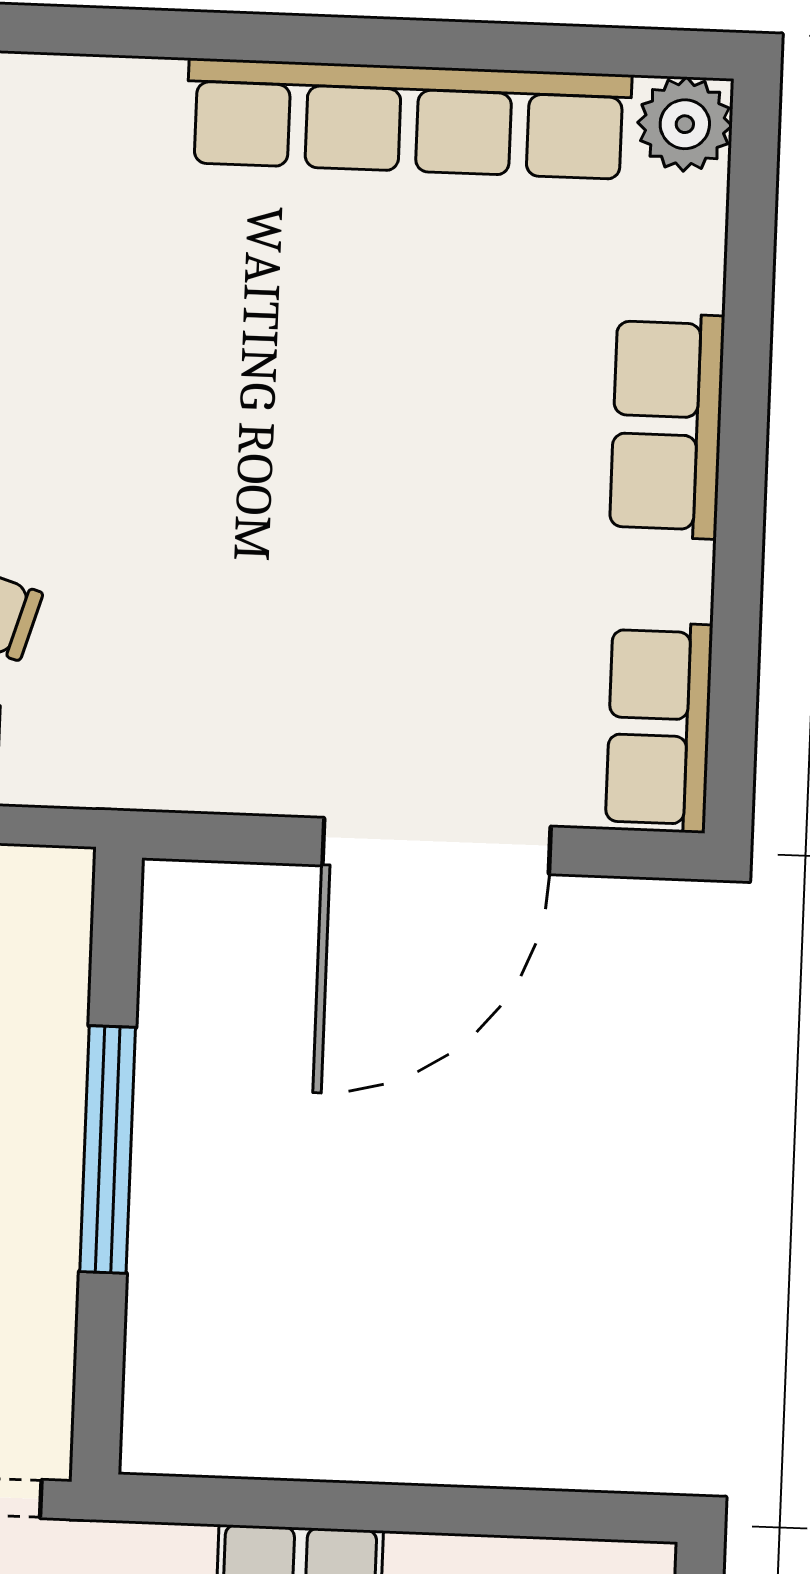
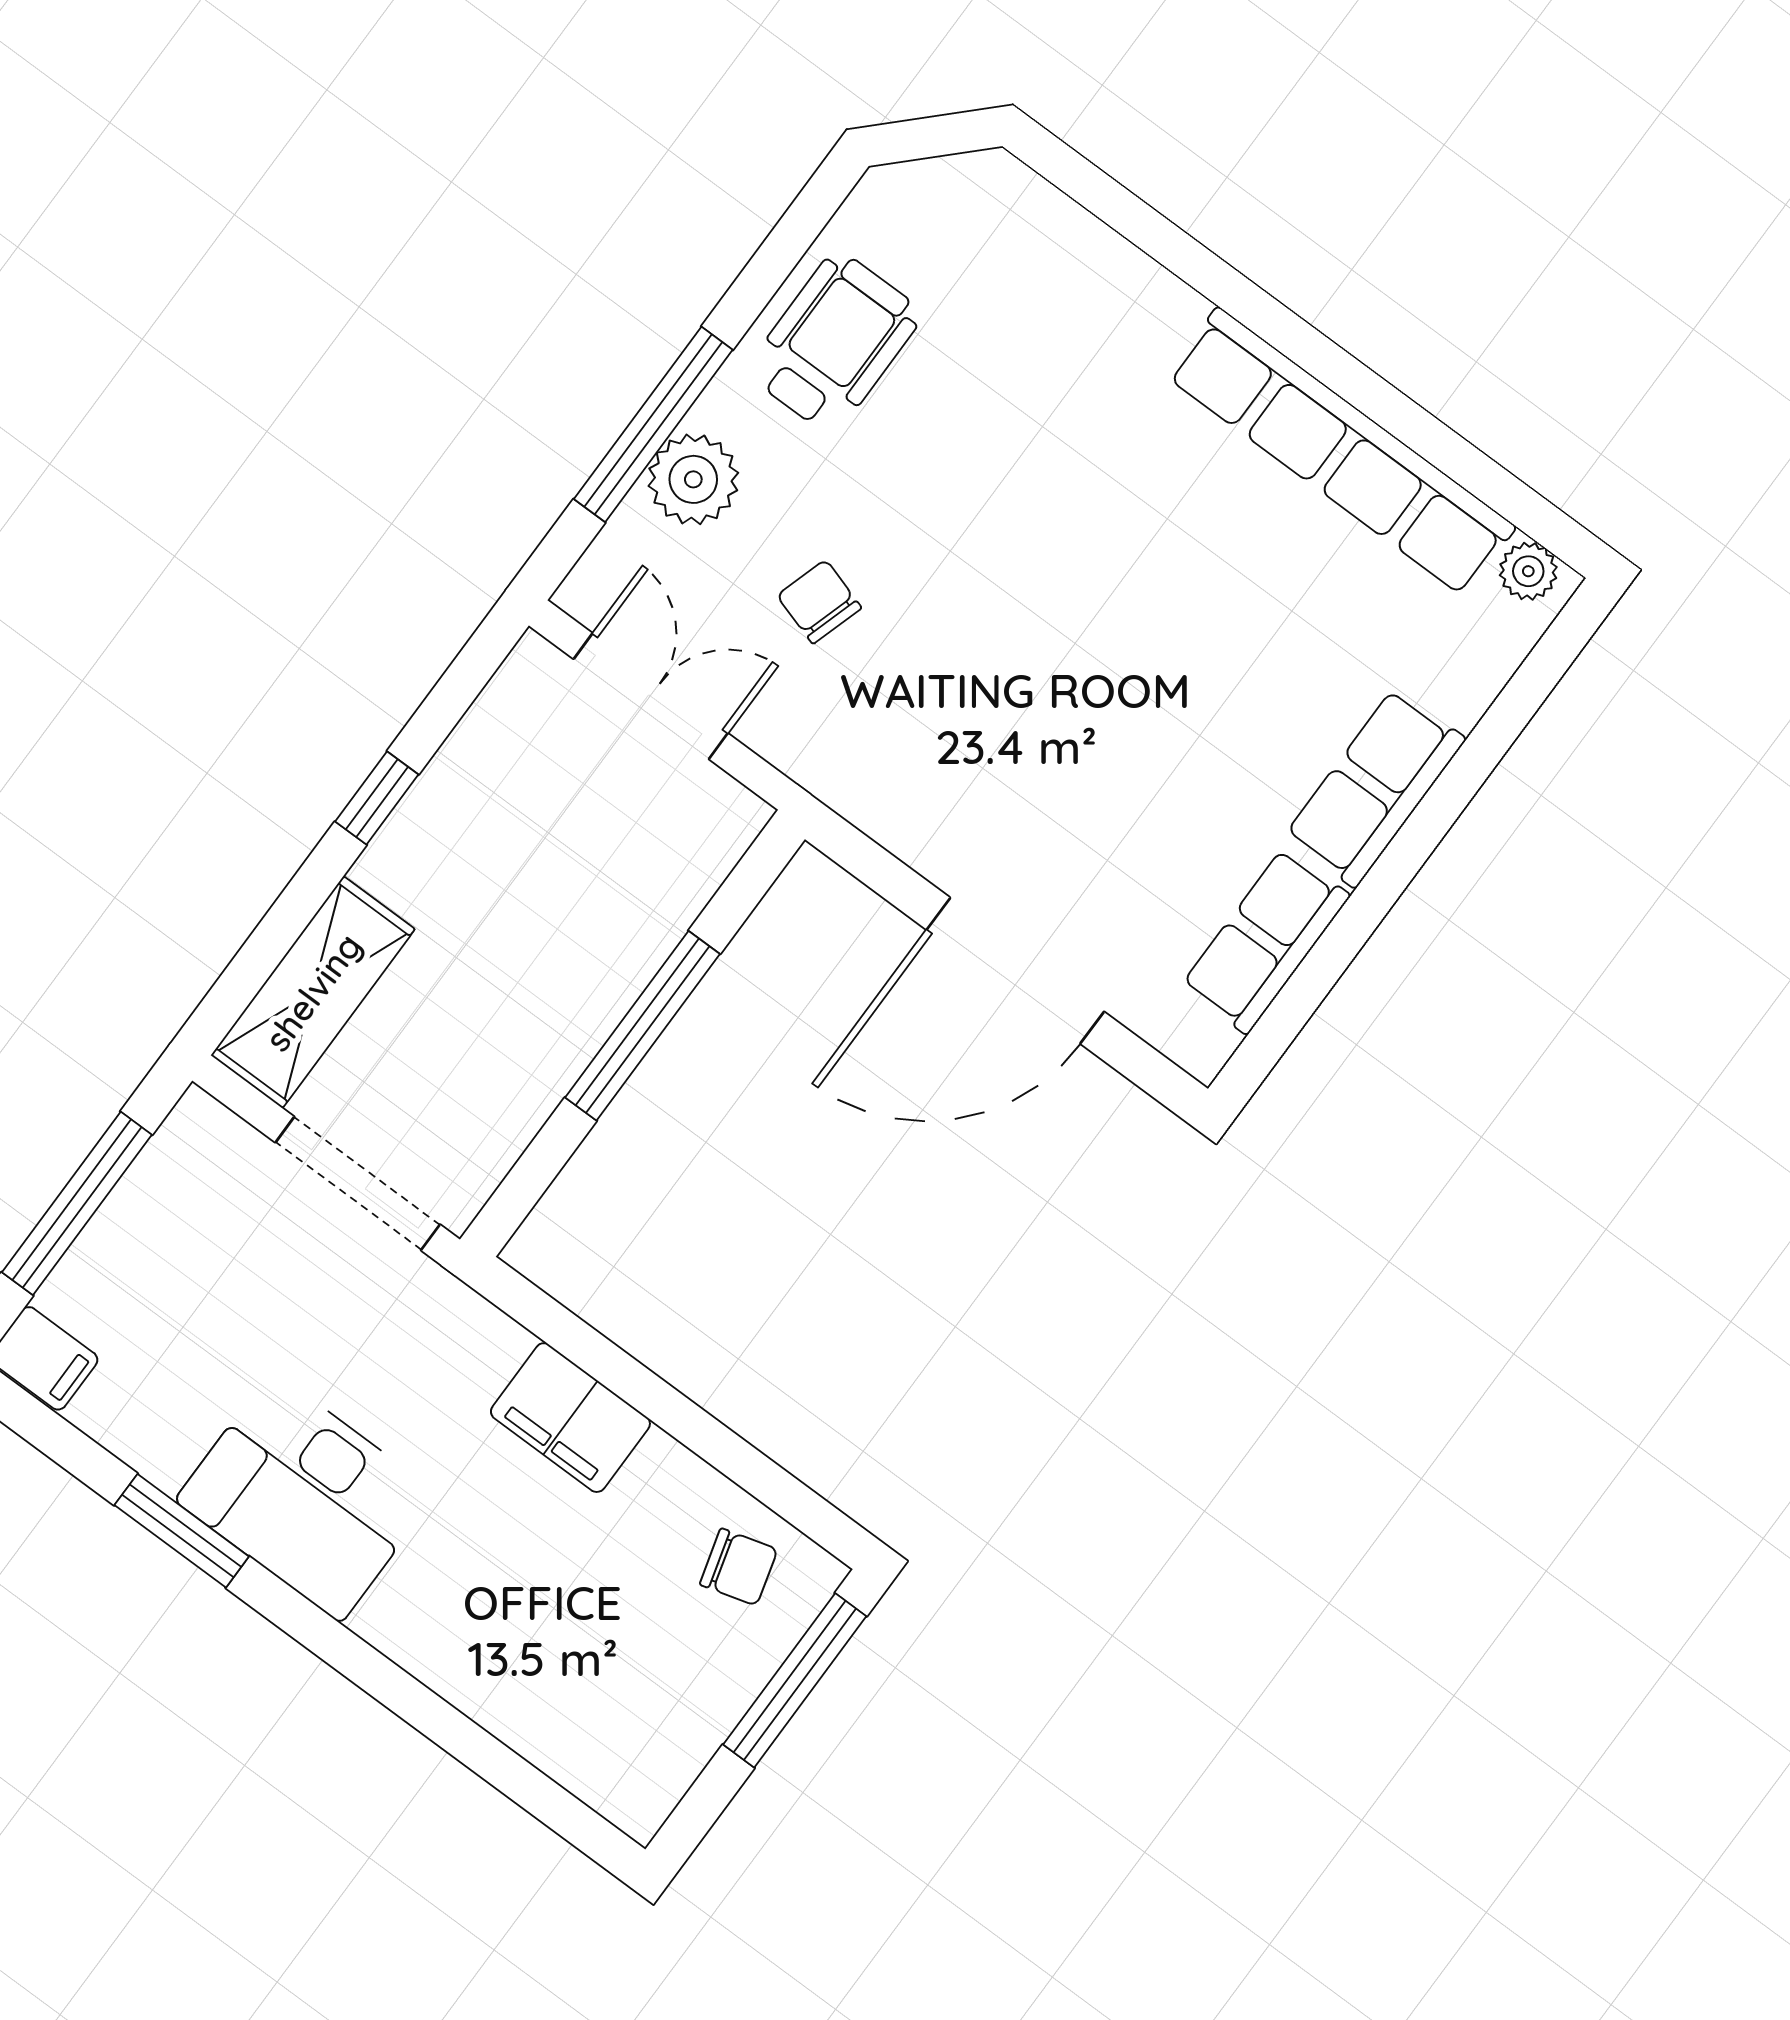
plant: (685, 124) -> (1528, 571), width x0.73, depth x0.73
row of seats: (659, 727) -> (1266, 941), moved

